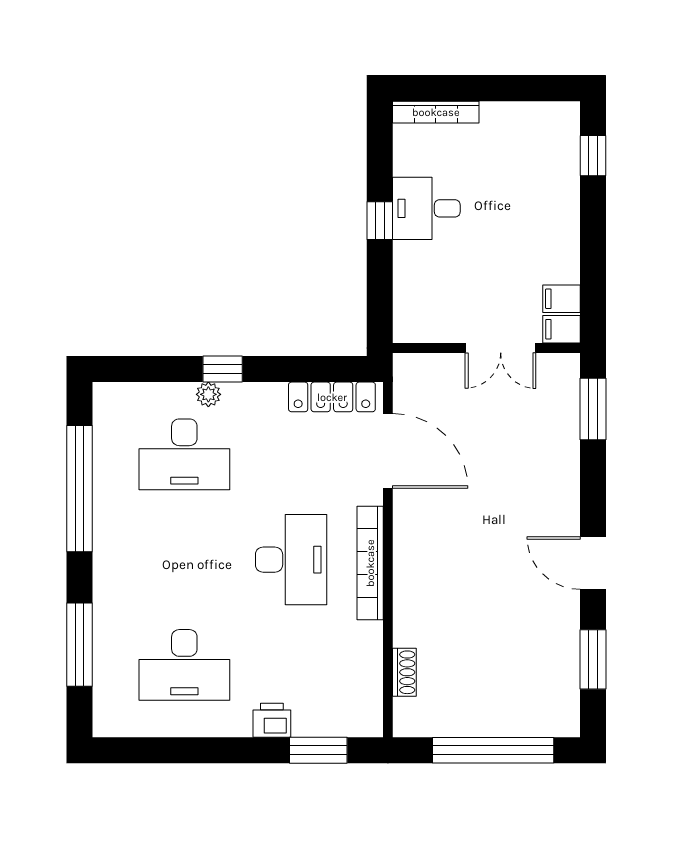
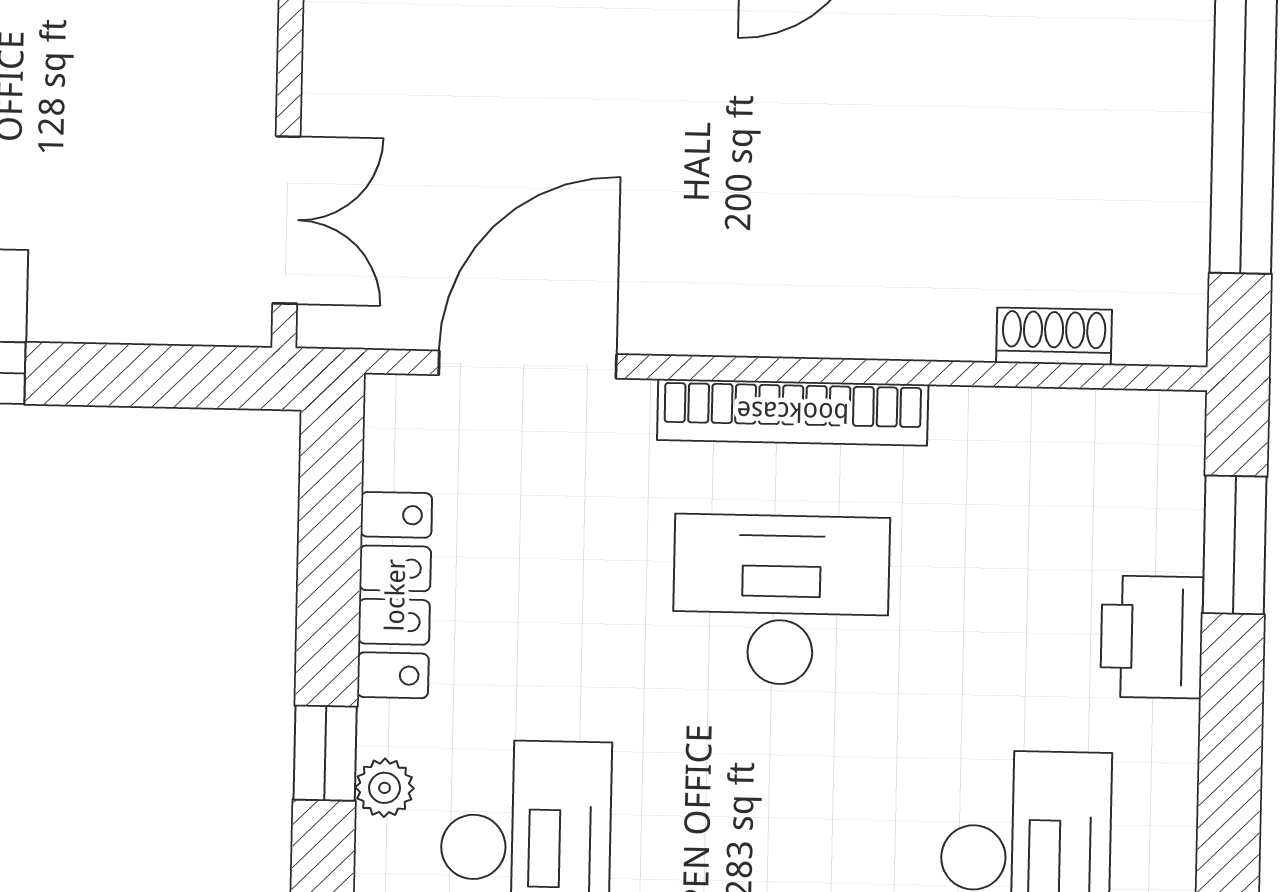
double door: (501, 348) -> (286, 220), moved
locker: (332, 397) -> (395, 595), moved
printer: (272, 720) -> (1152, 637), width x1.36, depth x1.24

